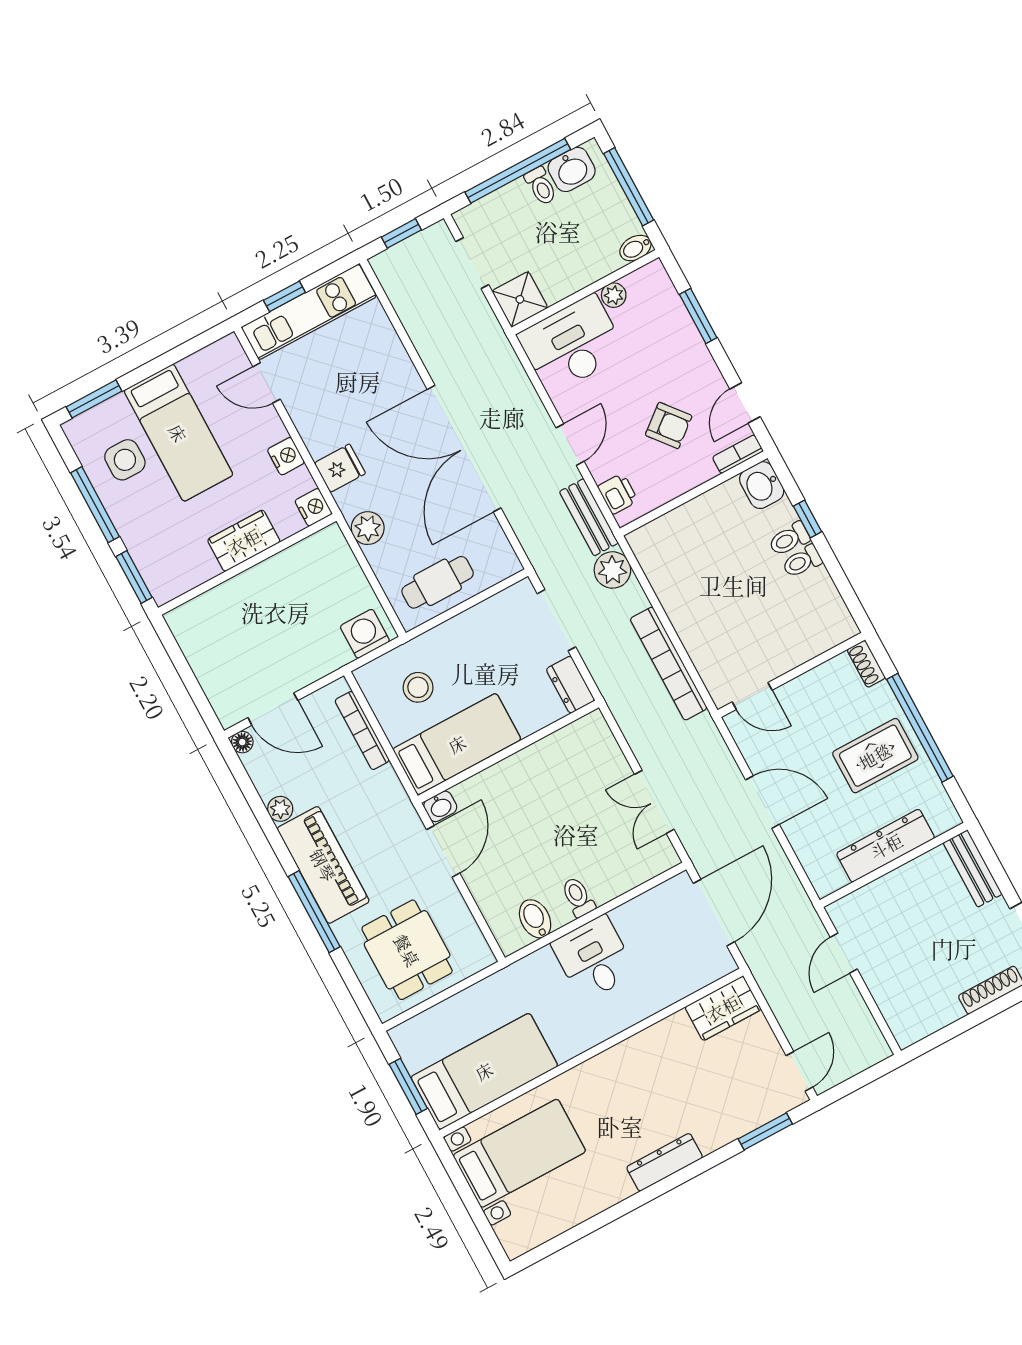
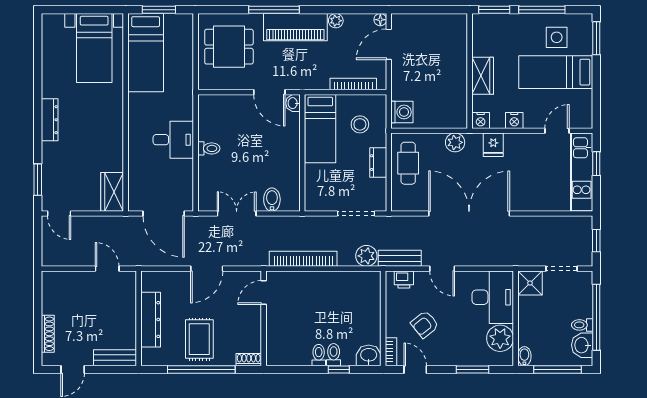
plant: (614, 295) -> (500, 338), width x1.87, depth x1.87
dresser: (570, 685) -> (378, 163), moved, turned -90
bidet: (535, 919) -> (272, 200), moved, turned -90

